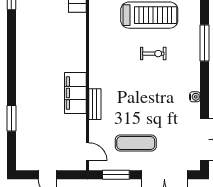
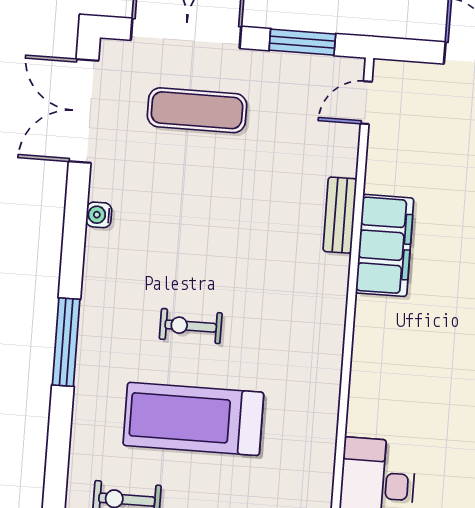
exercise mat: (136, 143) -> (197, 110), moved
door: (88, 152) -> (366, 103), hinge flipped

